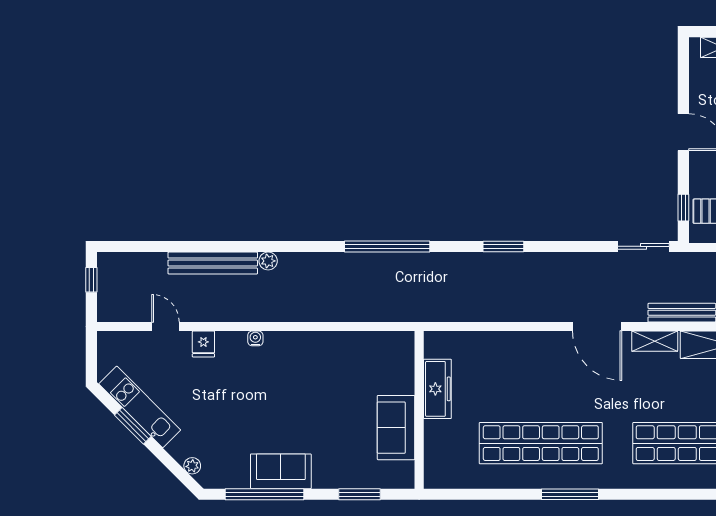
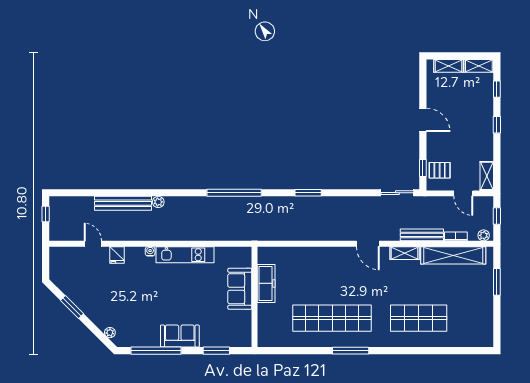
door: (597, 327) -> (368, 244), width x0.73
kitchen unit: (140, 407) -> (185, 255), moved, turned 135
sofa: (396, 428) -> (240, 289), moved
sofa: (281, 471) -> (180, 336), moved

